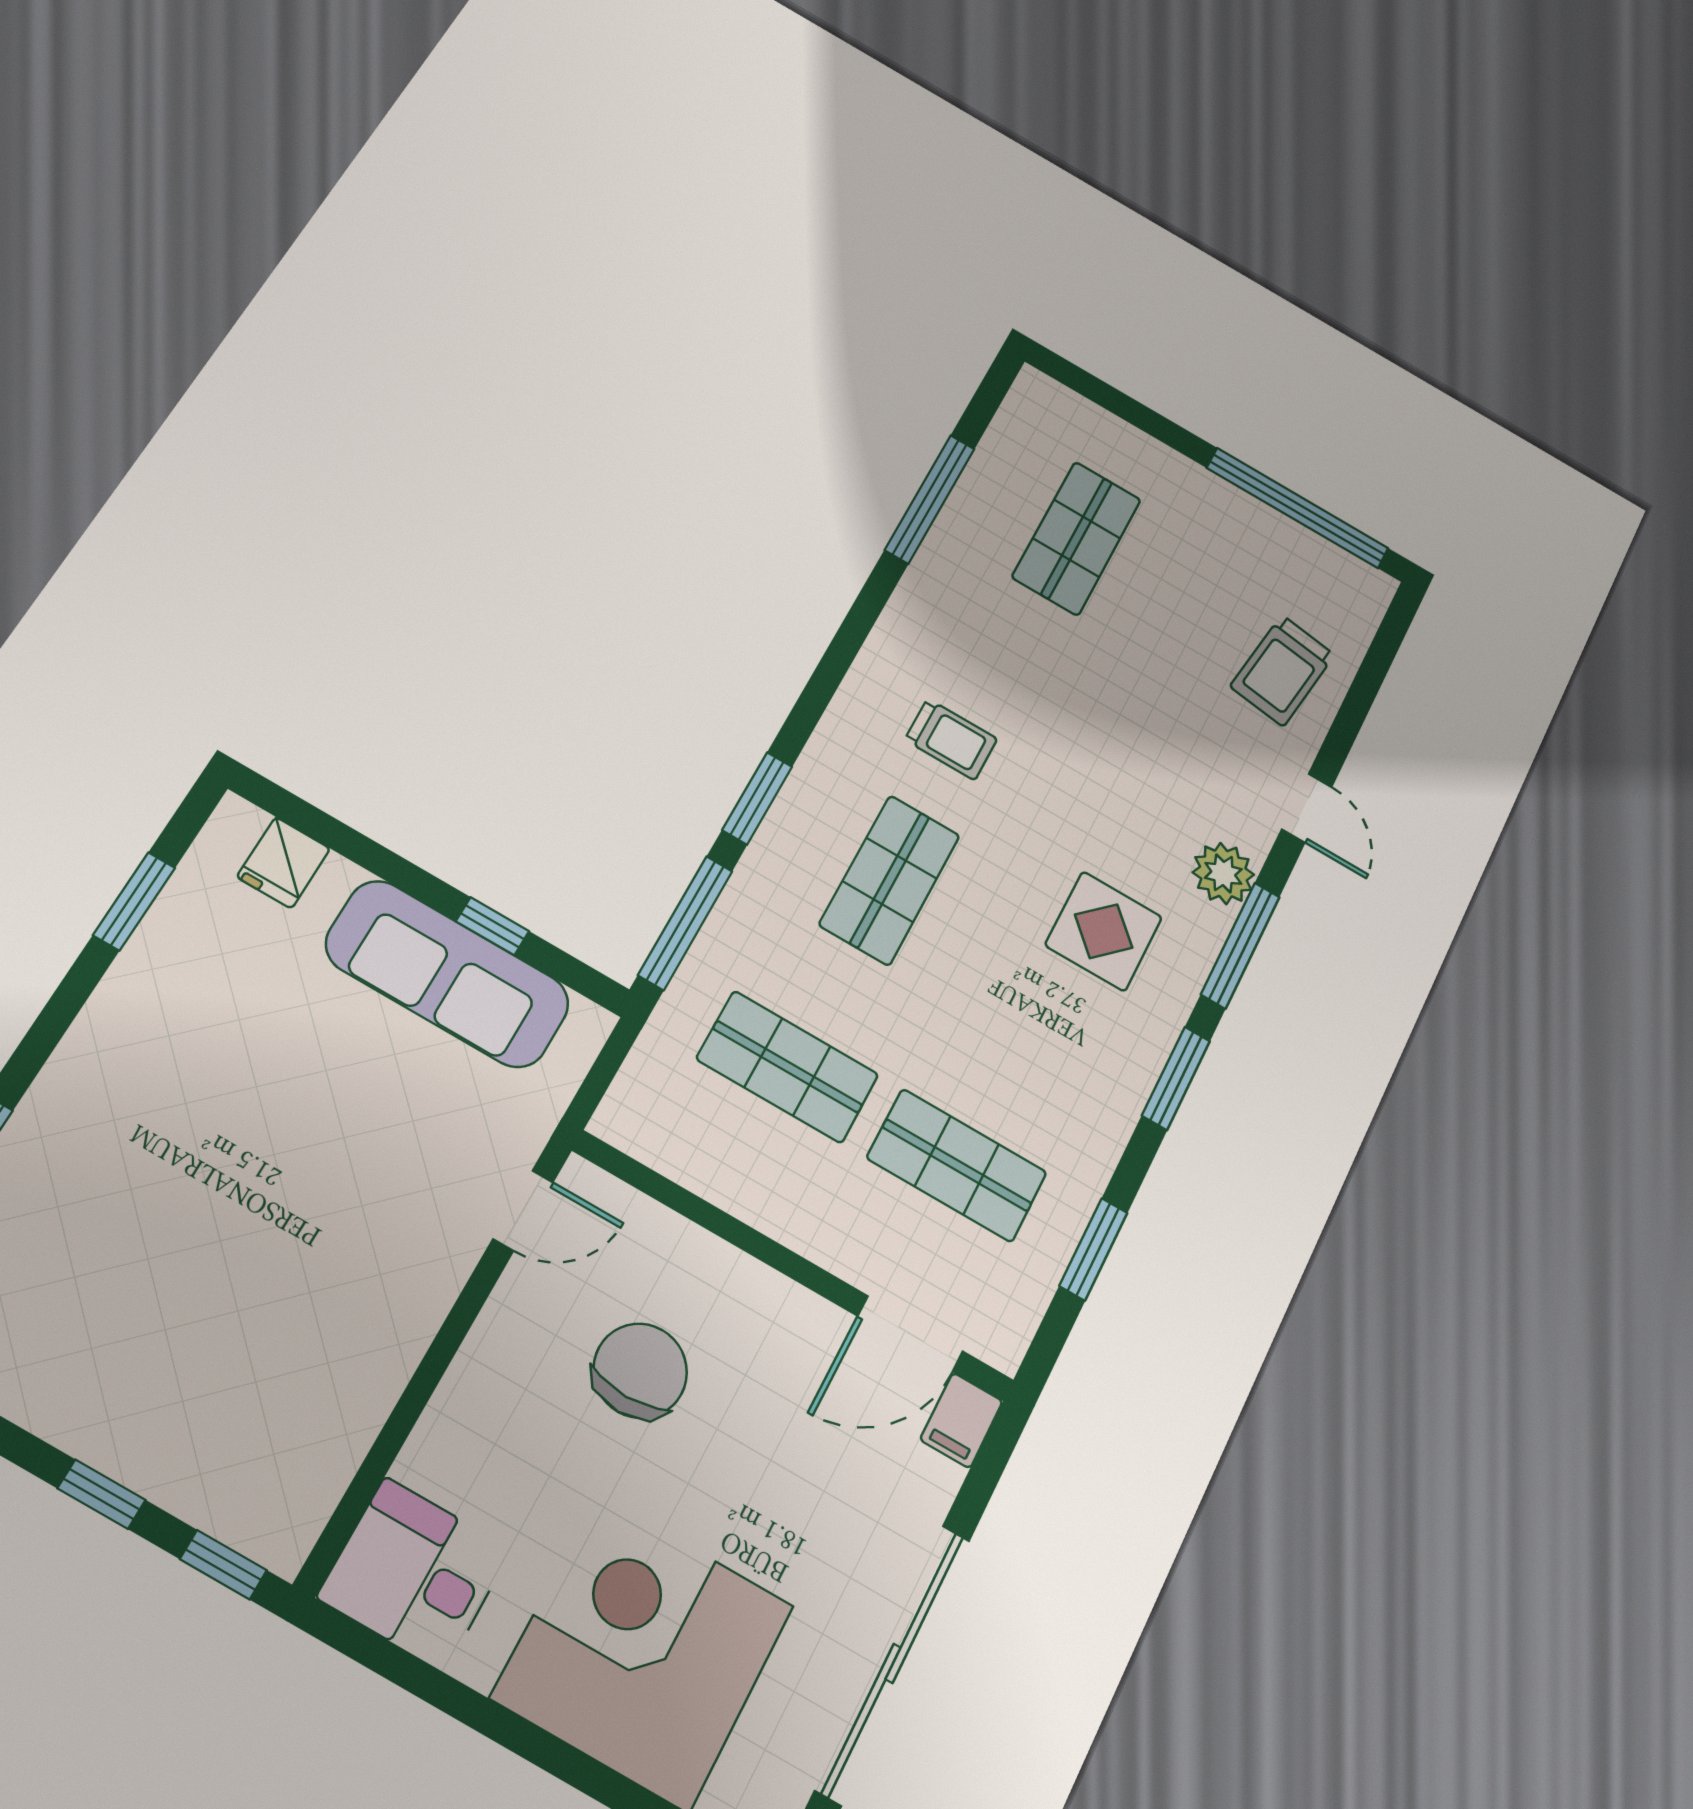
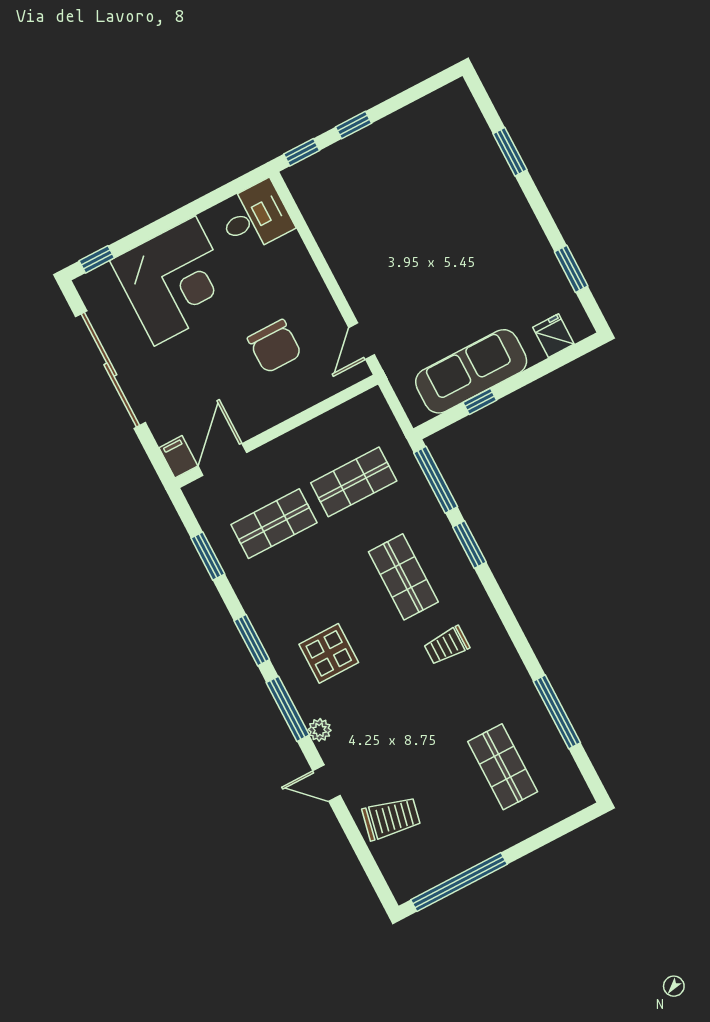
trolley: (1282, 670) -> (391, 818), turned 94
plant: (1223, 873) -> (320, 730), width x0.73, depth x0.73

